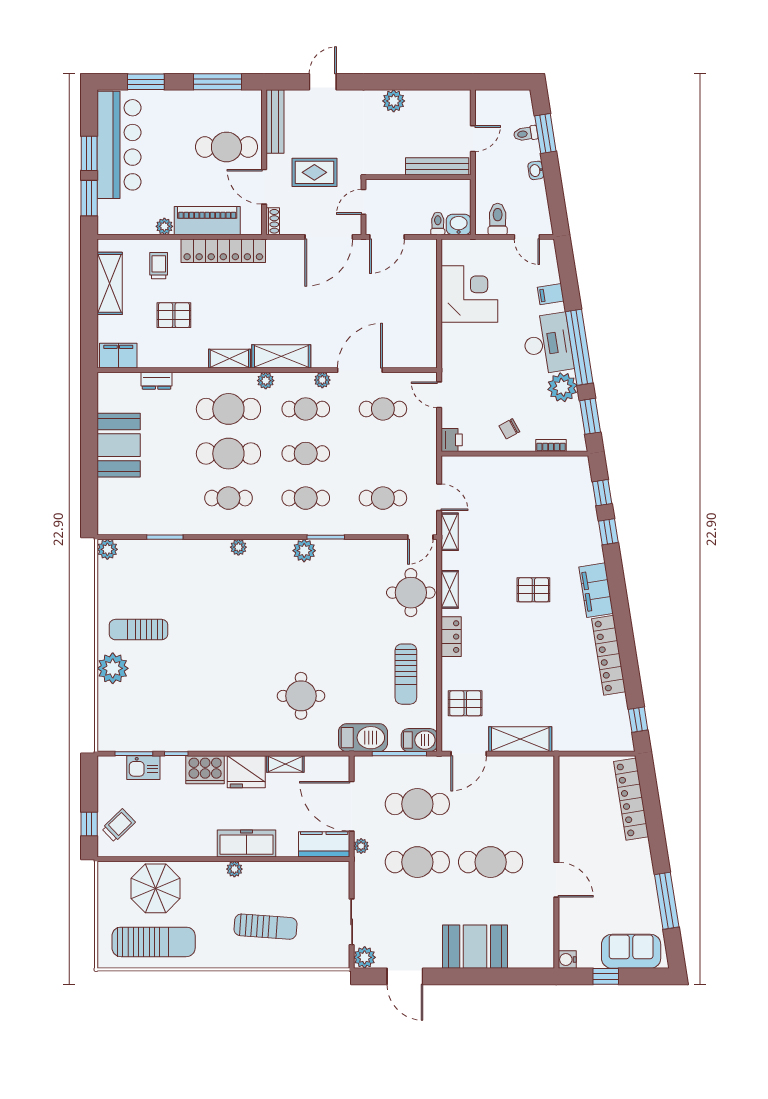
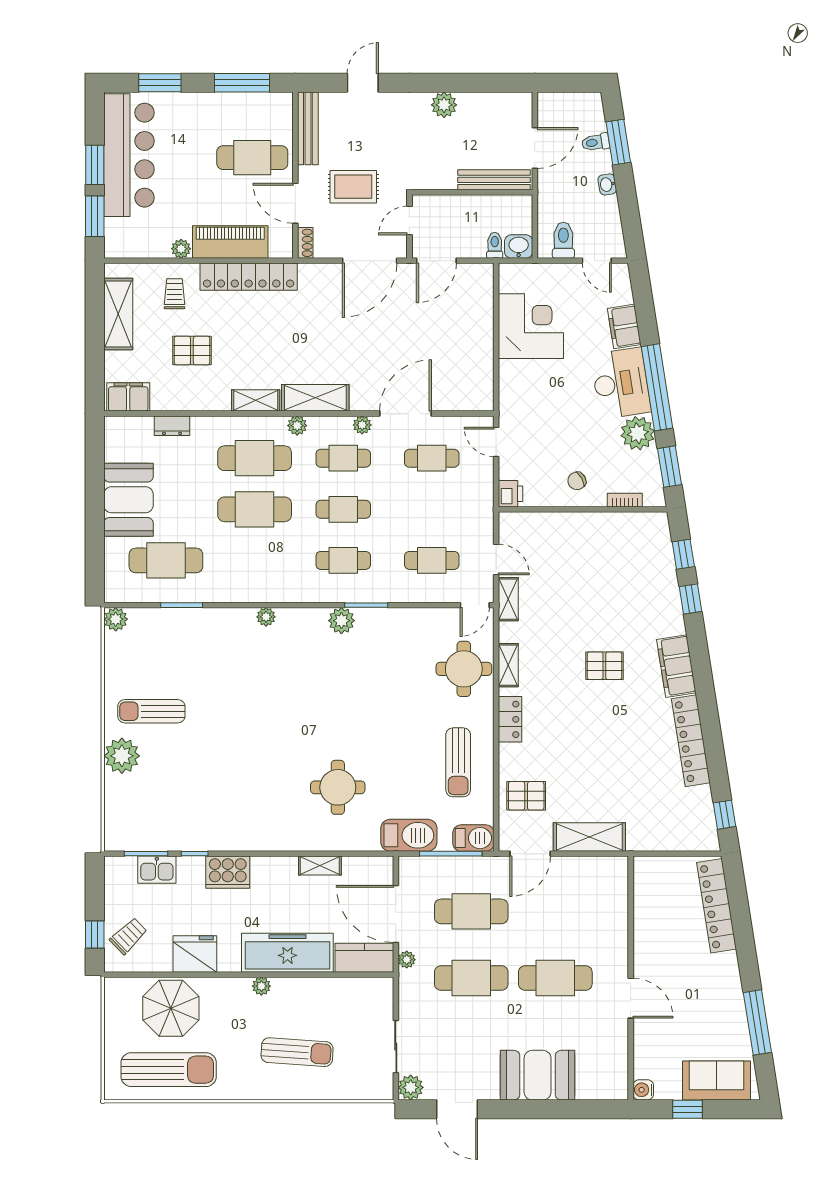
door: (473, 139) -> (535, 148), width x1.38
filing cabinet: (551, 294) -> (624, 326), width x2.00
cafe table: (228, 498) -> (166, 560), moved, width x1.37, depth x1.35
fridge: (246, 772) -> (195, 954), moved, turned 180
freezer: (246, 844) -> (287, 953), width x1.36, depth x1.26

